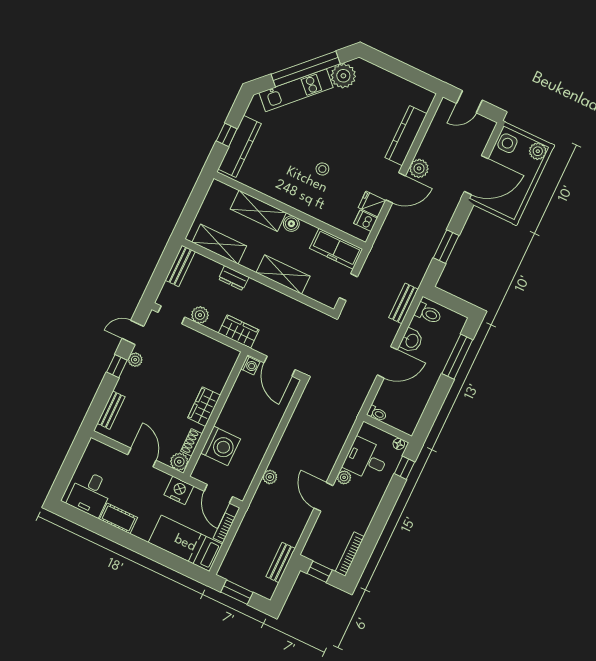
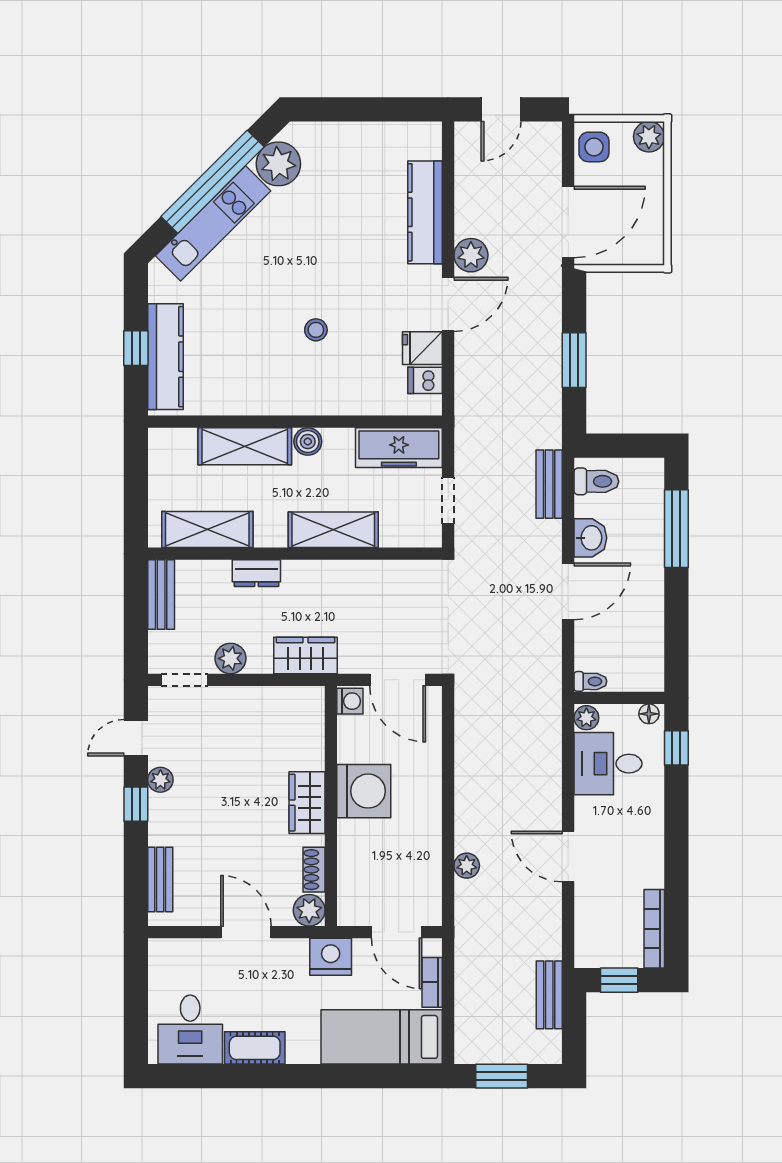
washing machine: (221, 446) -> (364, 791), moved
plant: (344, 477) -> (586, 718), moved

